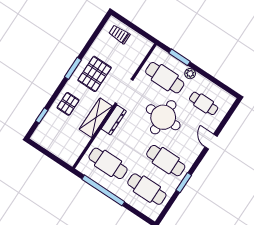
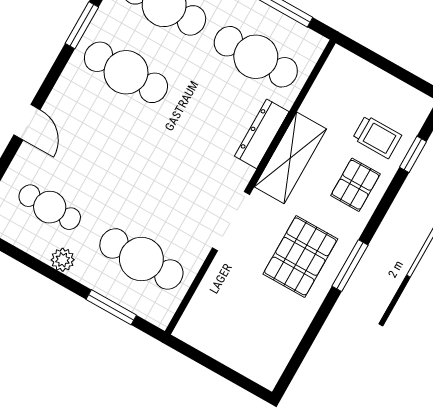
trolley: (119, 34) -> (377, 137), moved
plant: (190, 74) -> (63, 260), moved
round table: (163, 117) -> (139, 170), removed
dresser: (114, 120) -> (262, 134), moved

